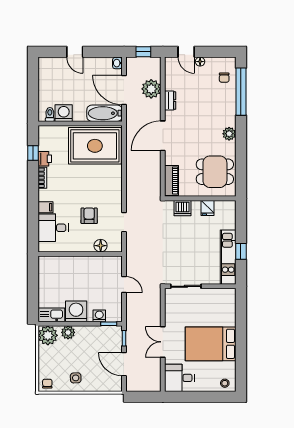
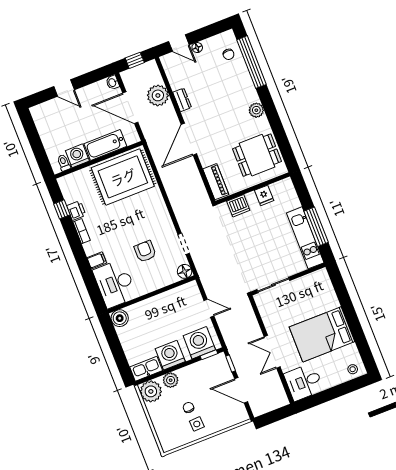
bathtub: (105, 113) -> (105, 145), moved
desk: (53, 228) -> (115, 284), width x1.37
floor lamp: (101, 246) -> (185, 271), moved
window: (241, 251) -> (316, 227), width x2.17
boiler: (46, 264) -> (120, 318), added
washing machine: (99, 316) -> (199, 343), width x1.89, depth x1.89
chair: (47, 384) -> (188, 408), moved

